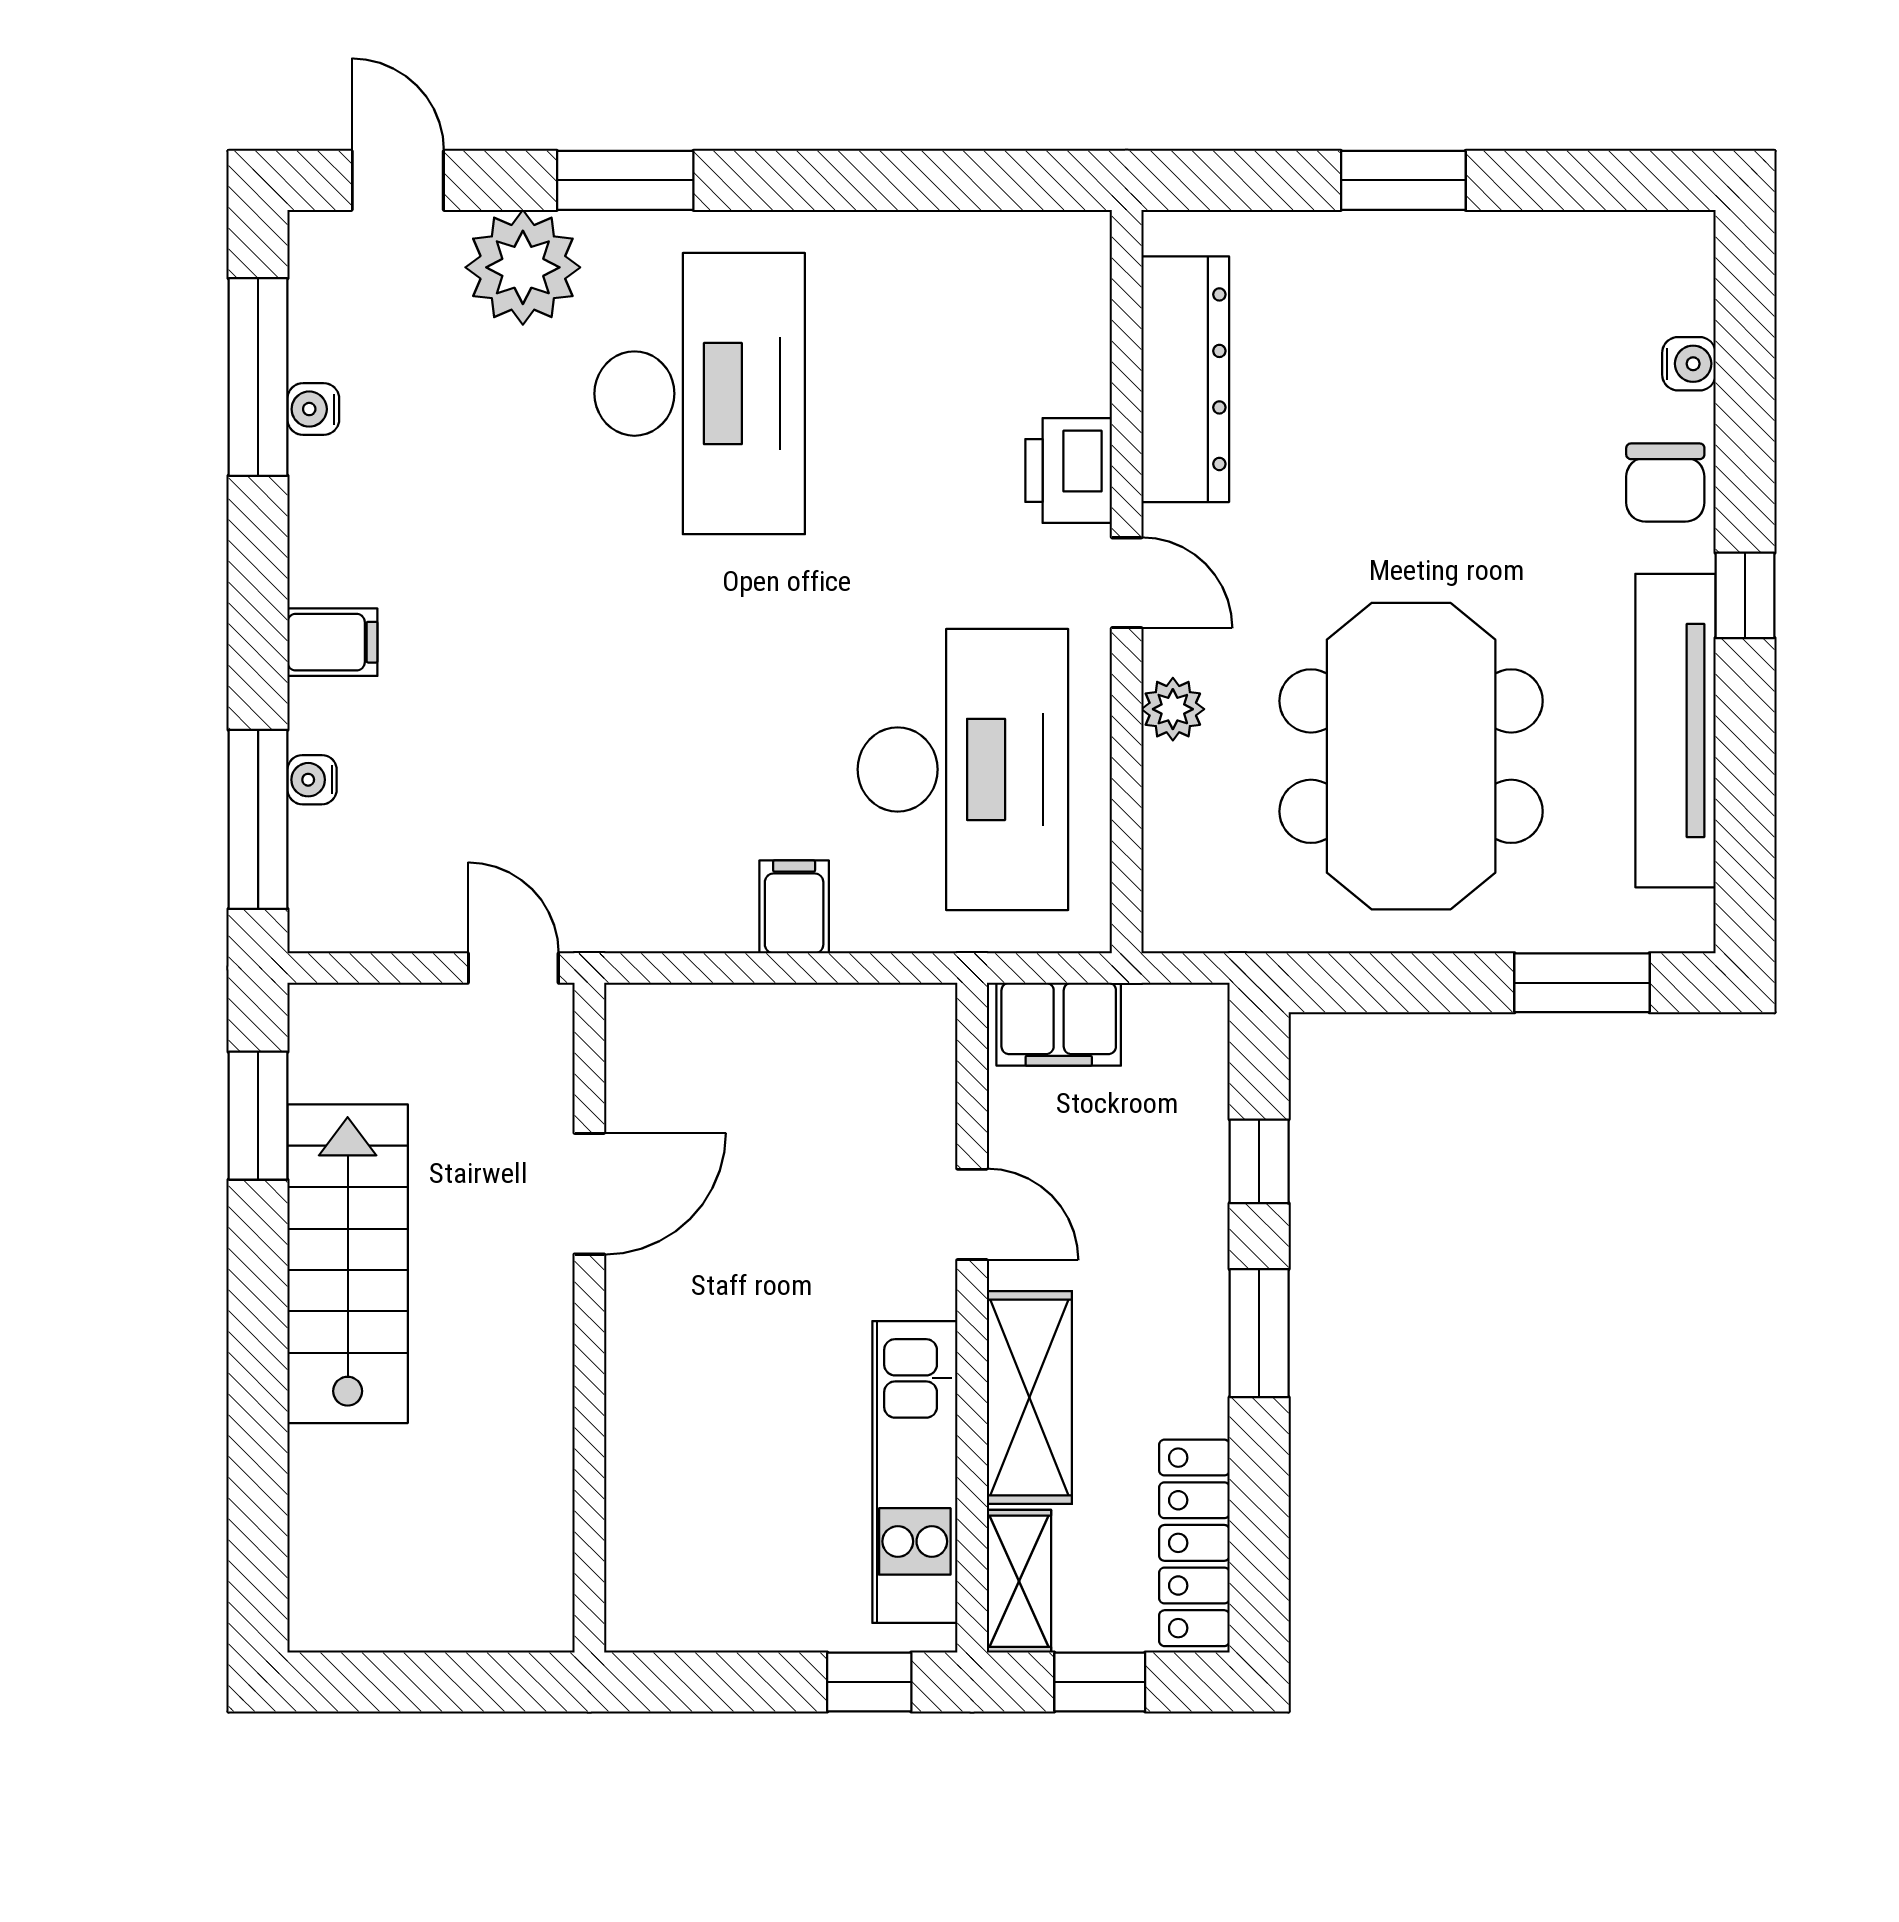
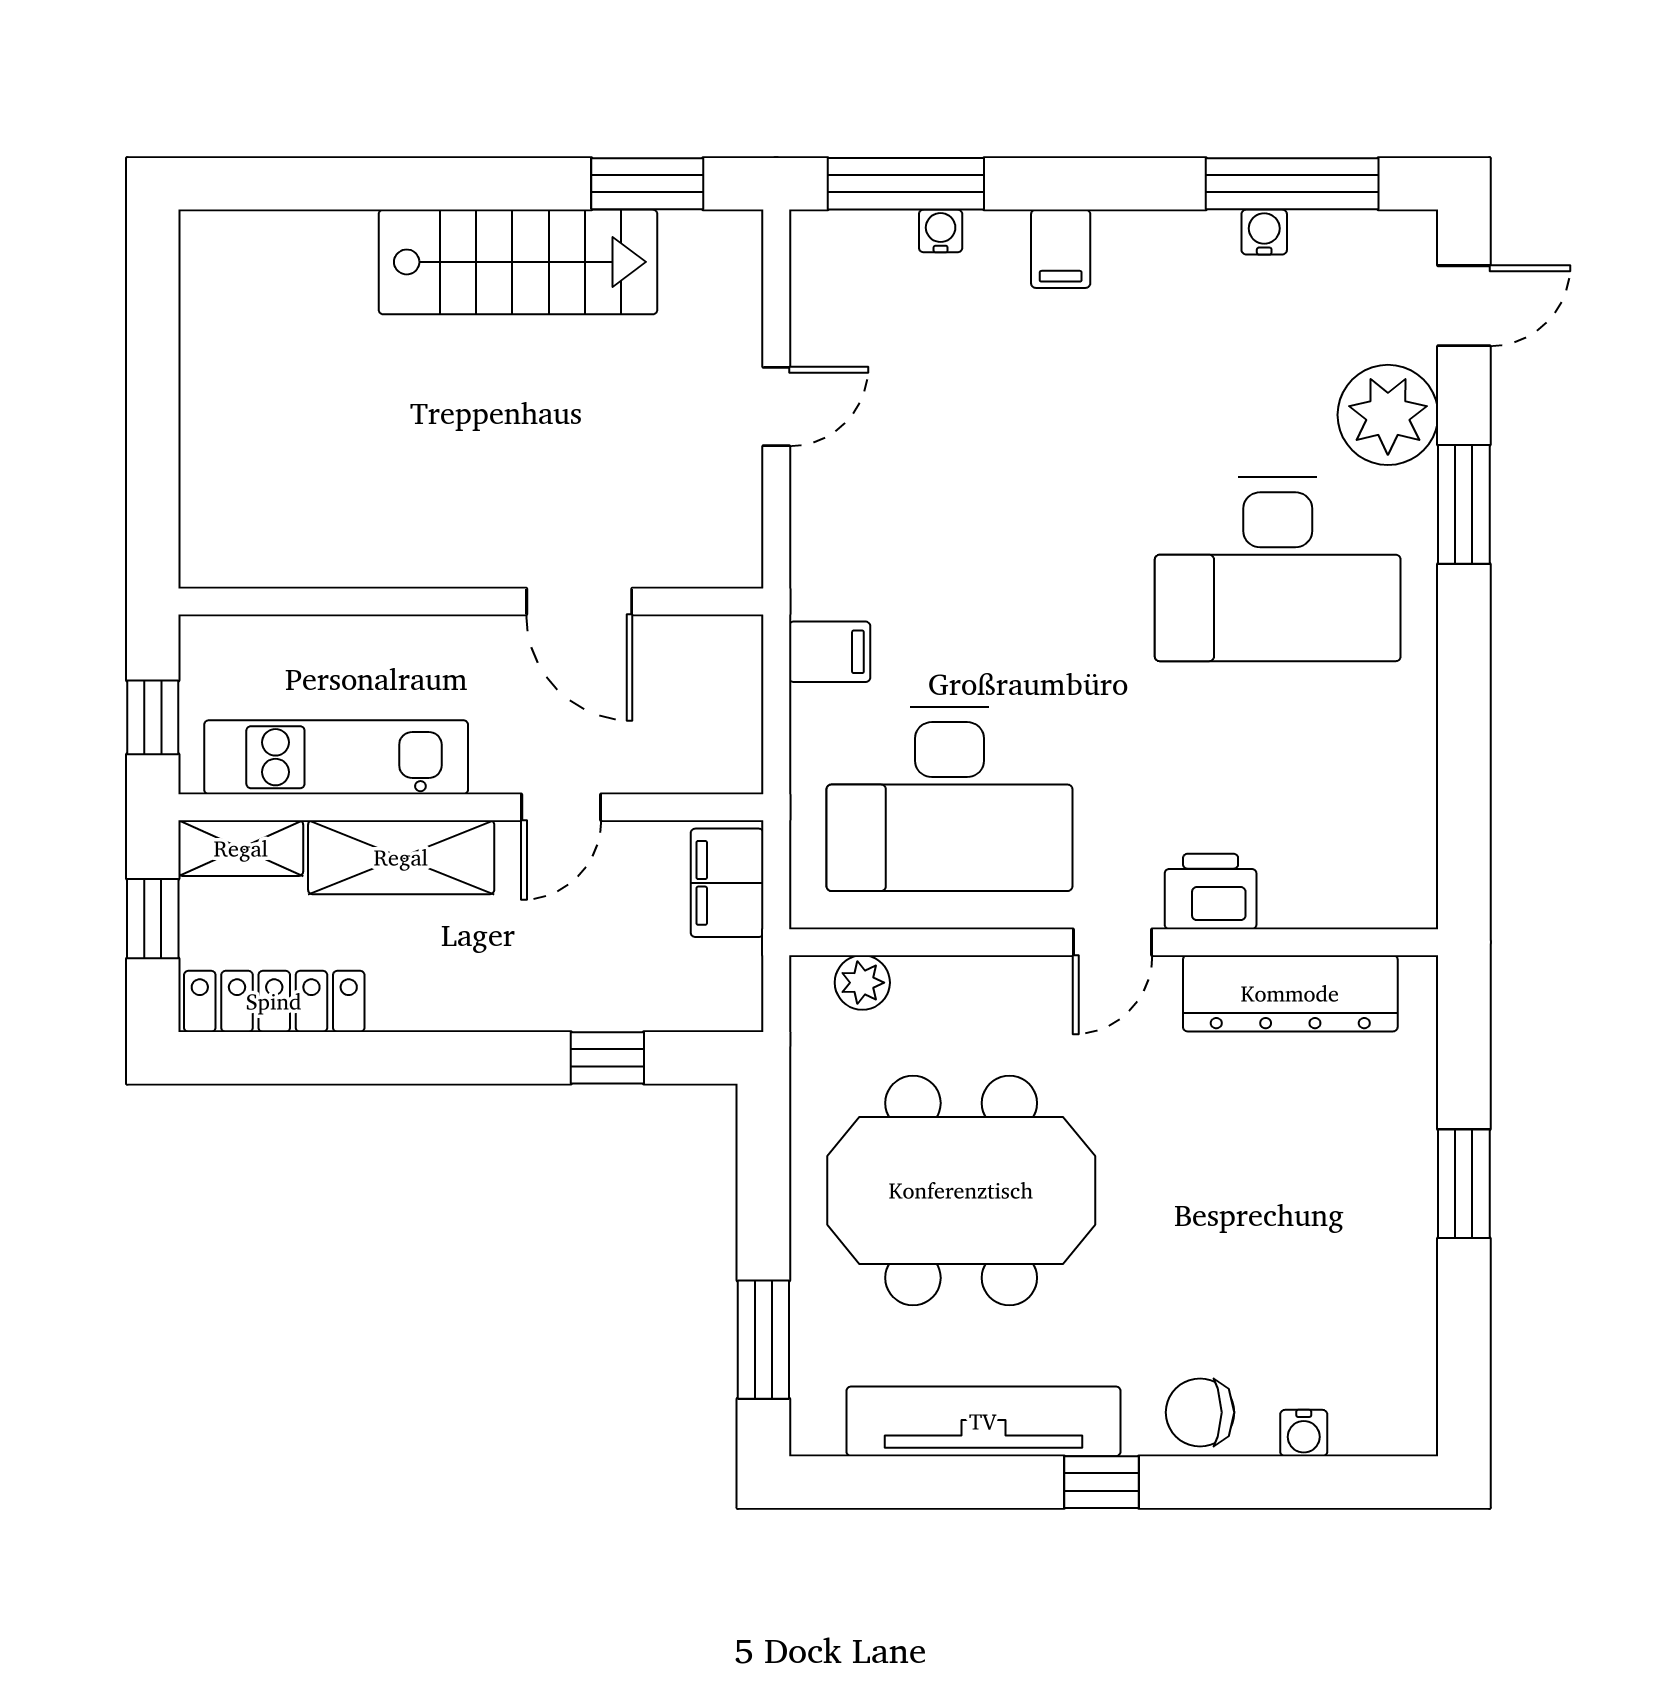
plant: (1173, 709) -> (862, 983), moved
door: (589, 1194) -> (579, 602), moved
wall: (589, 1318) -> (471, 602), moved
window: (1259, 1333) -> (457, 1058), removed

